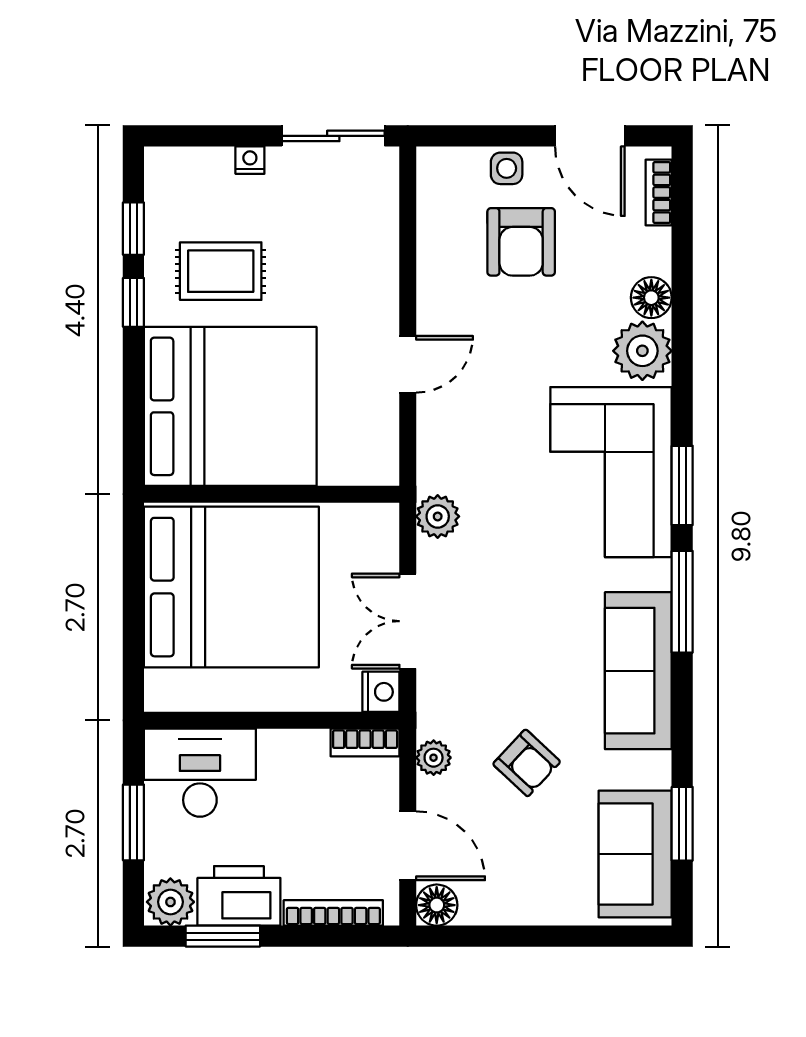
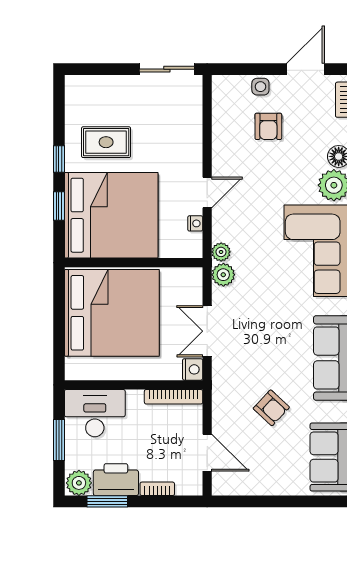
door: (590, 136) -> (305, 69), swing flipped
nightstand: (250, 160) -> (195, 223), moved, turned 90
window: (133, 229) -> (59, 206), moved
armchair: (521, 242) -> (268, 126), width x0.72, depth x0.72
bookcase: (365, 742) -> (174, 397), width x1.56
plant: (434, 758) -> (221, 252), moved
floor lamp: (437, 905) -> (223, 485), removed
bookcase: (333, 913) -> (157, 489), width x0.64

